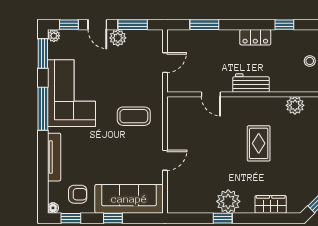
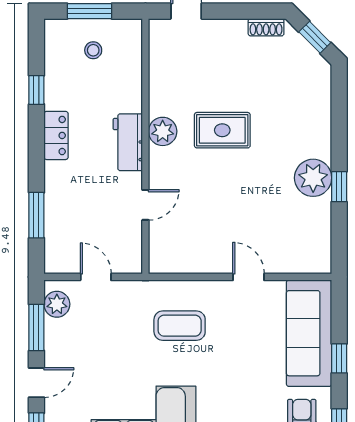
plant: (118, 38) -> (57, 304), moved
plant: (295, 105) -> (163, 131), moved
coffee table: (134, 116) -> (180, 326), turned 90
wardrobe: (271, 204) -> (318, 112), removed

